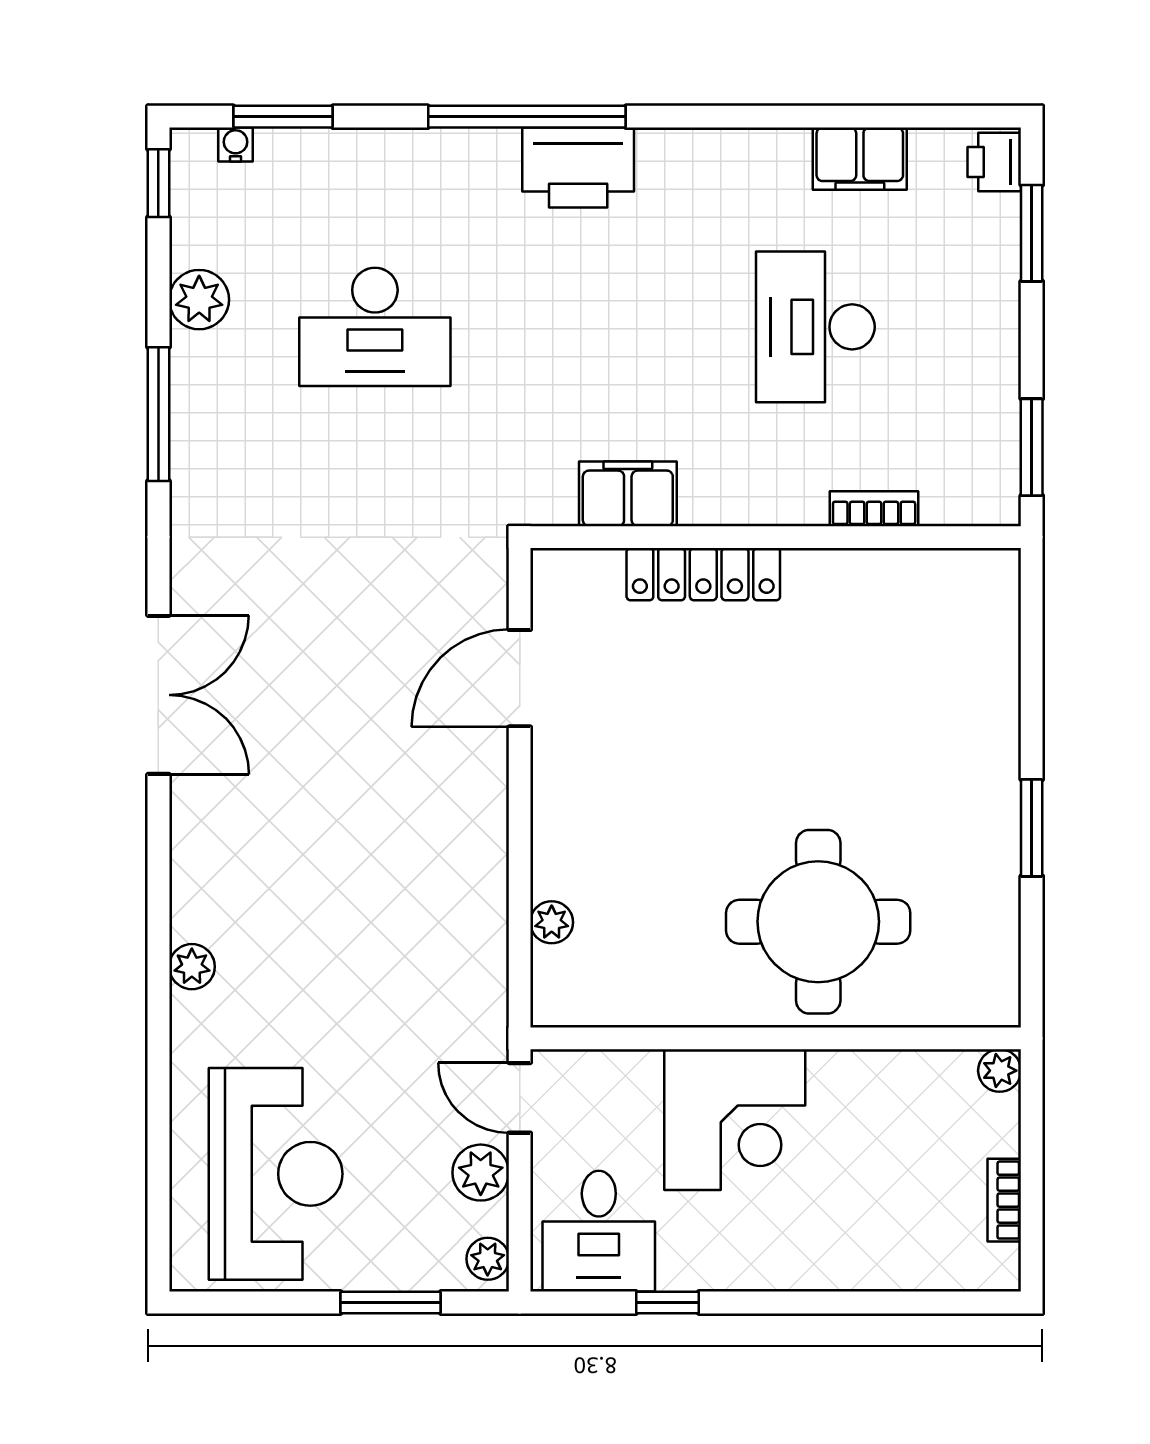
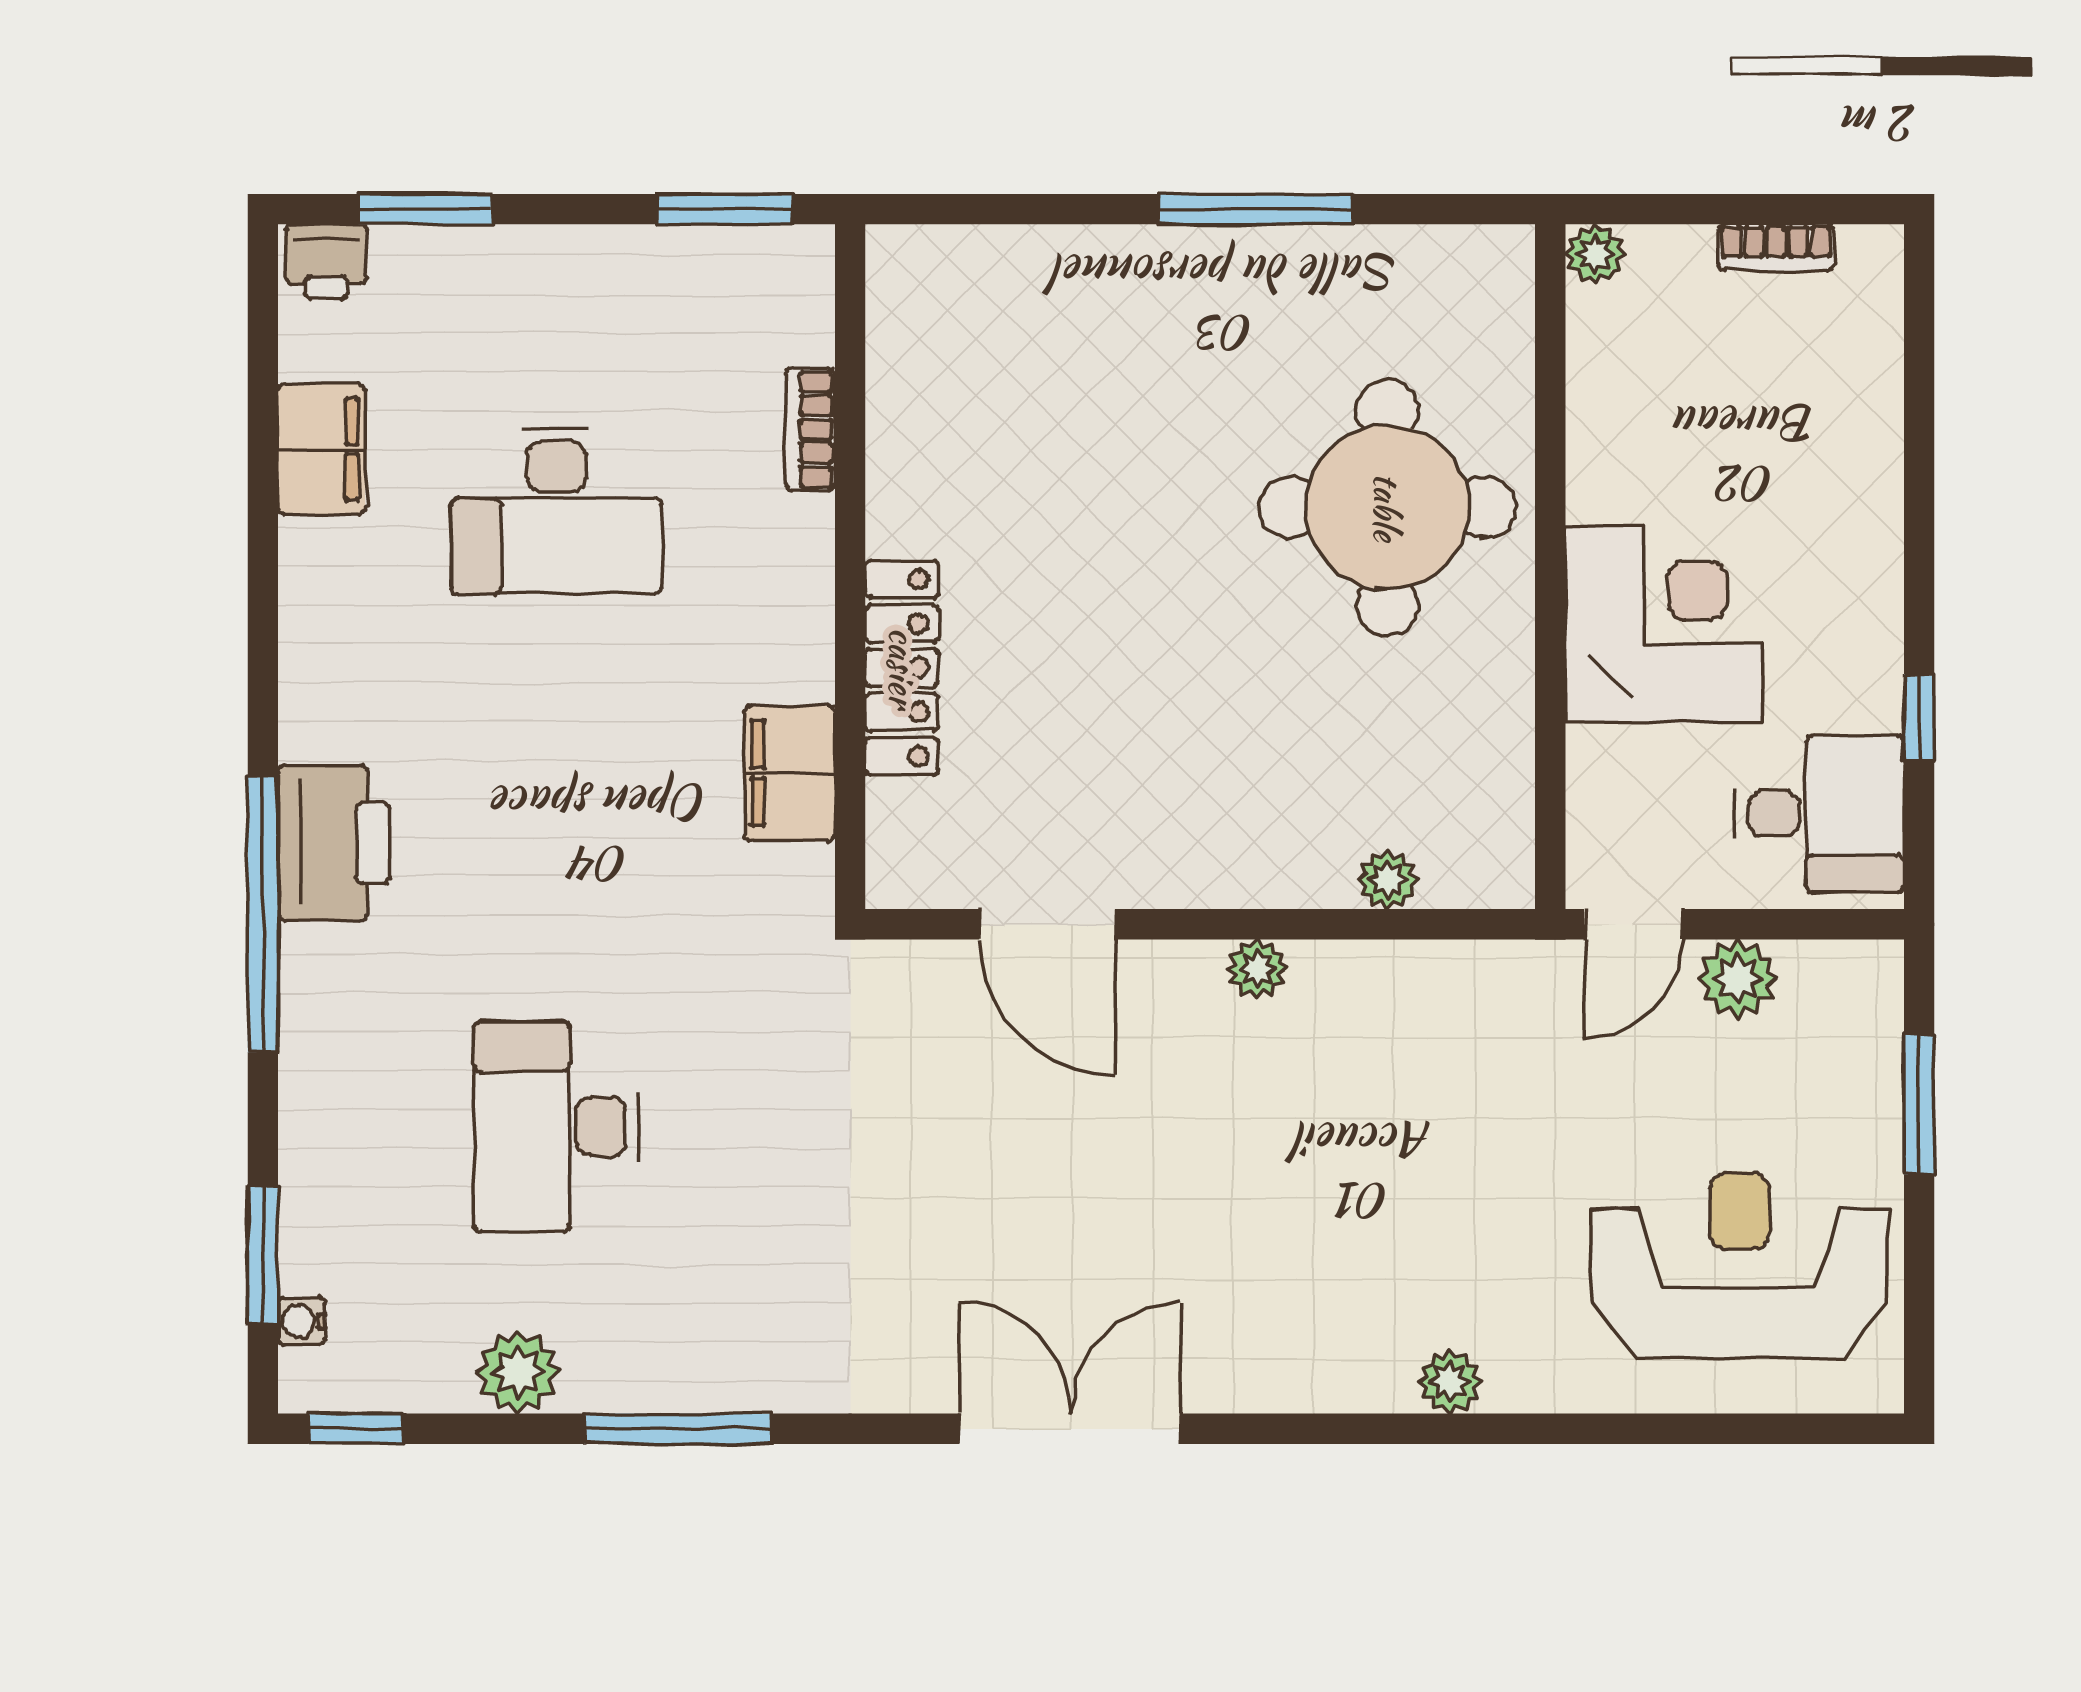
desk: (375, 327) -> (556, 1126), turned 180
window: (1032, 828) -> (1256, 209), width x1.44
plant: (488, 1259) -> (1257, 969), moved

